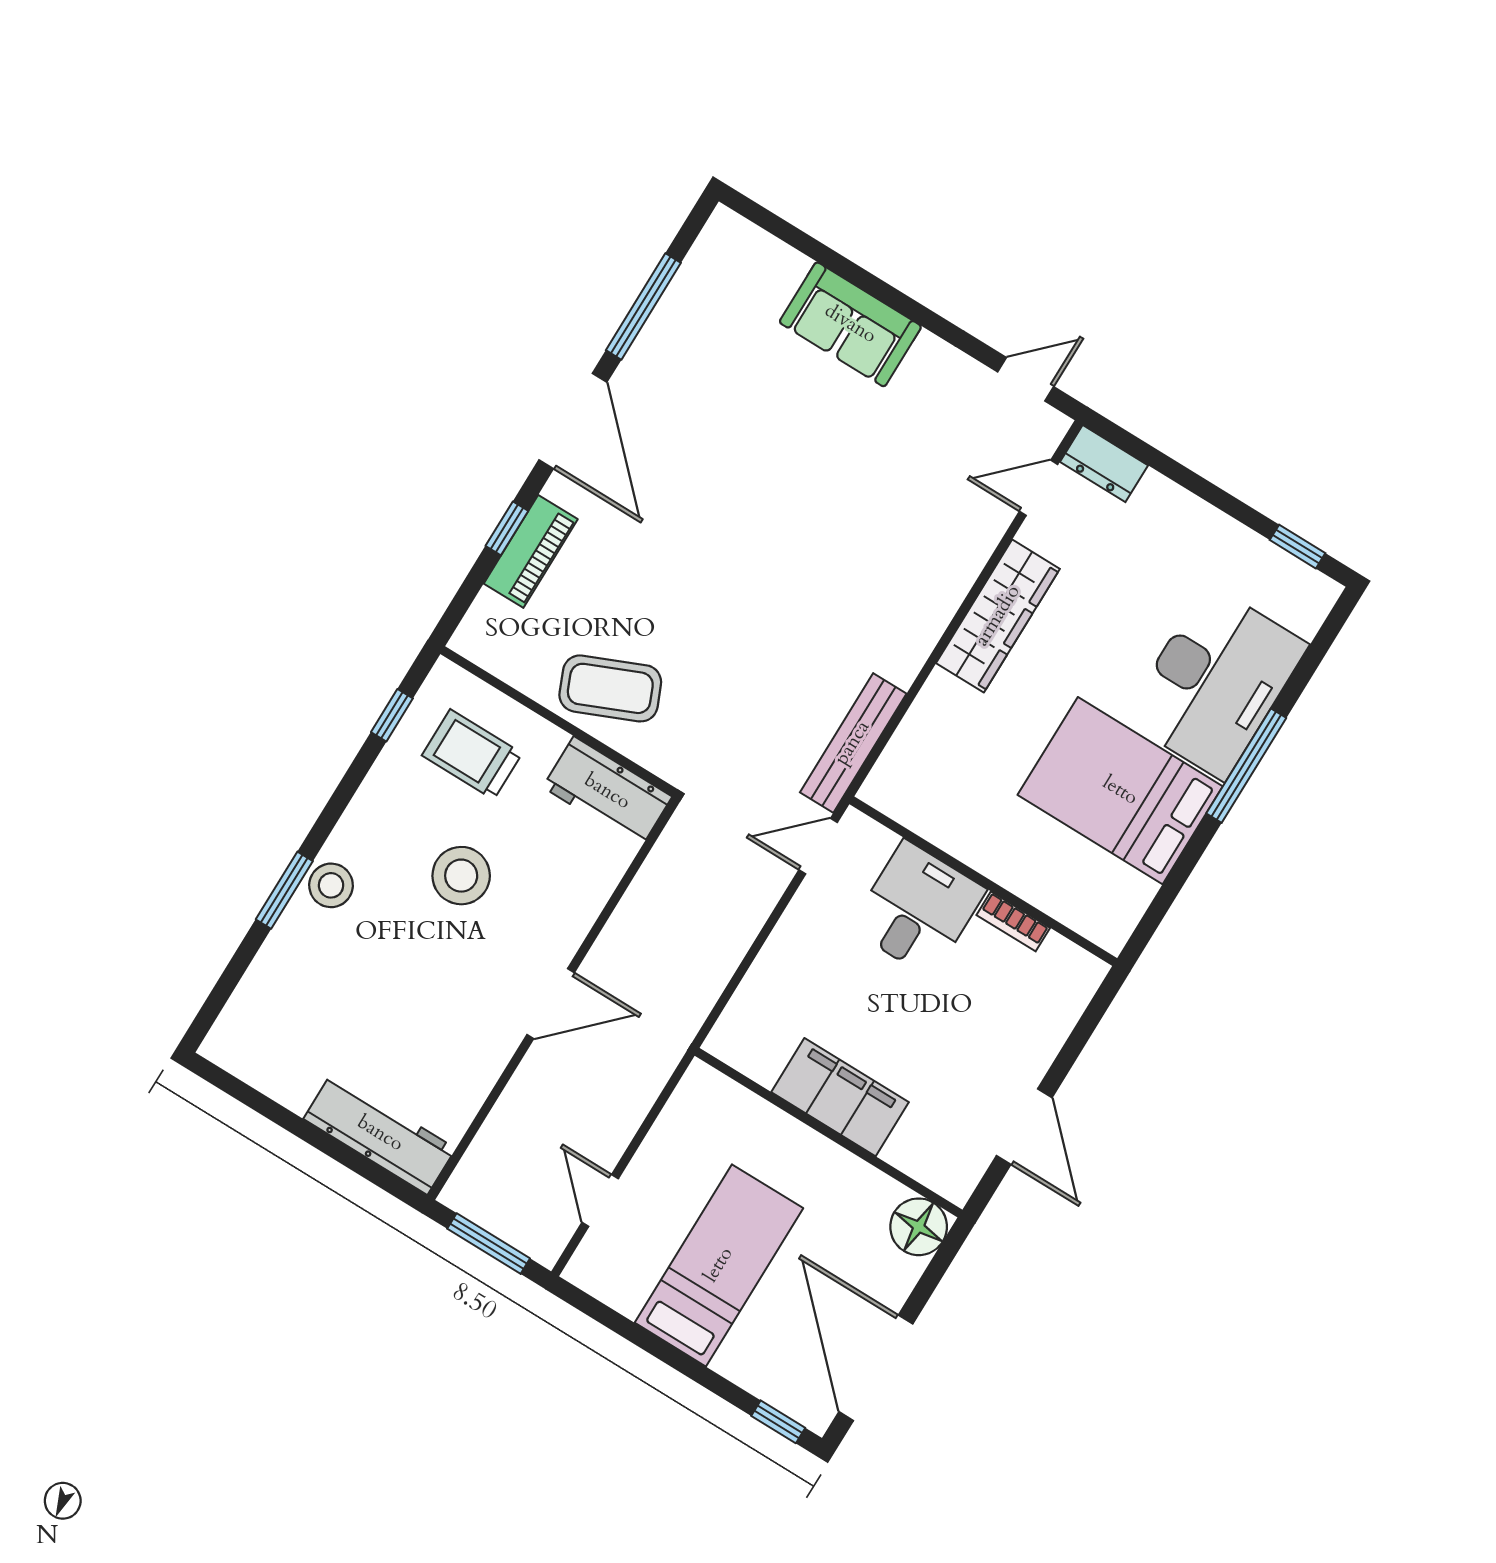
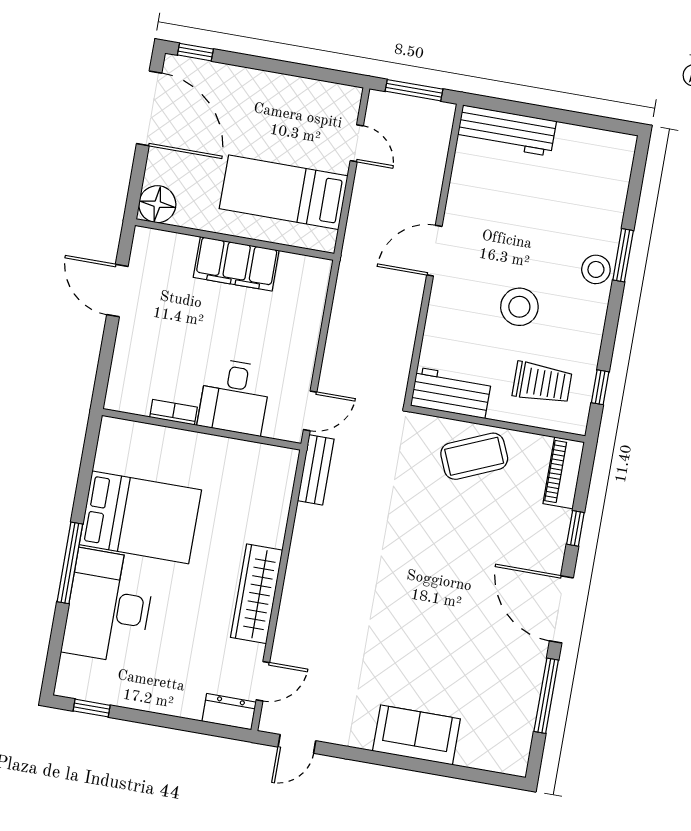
piano: (531, 551) -> (564, 473), moved
bench: (853, 743) -> (316, 470), width x0.73
bed: (719, 1265) -> (284, 192), moved, turned 90

